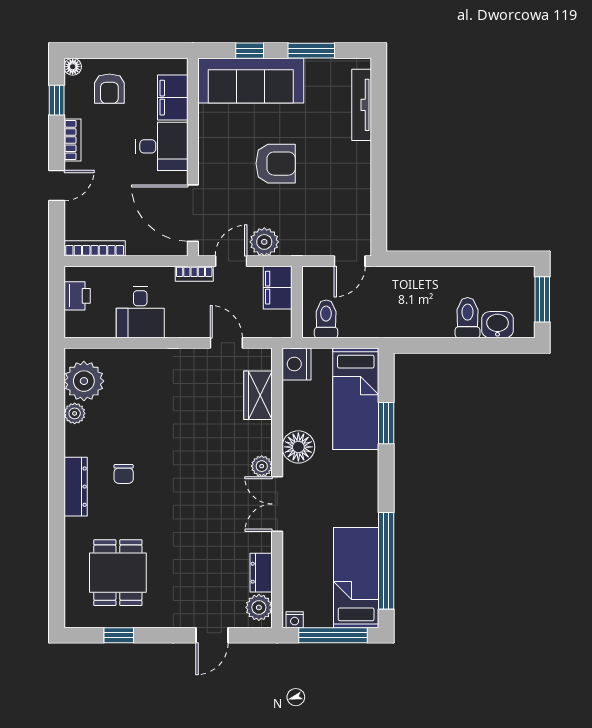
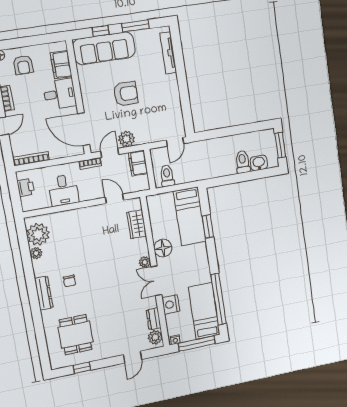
nightstand: (296, 364) -> (171, 304), moved

